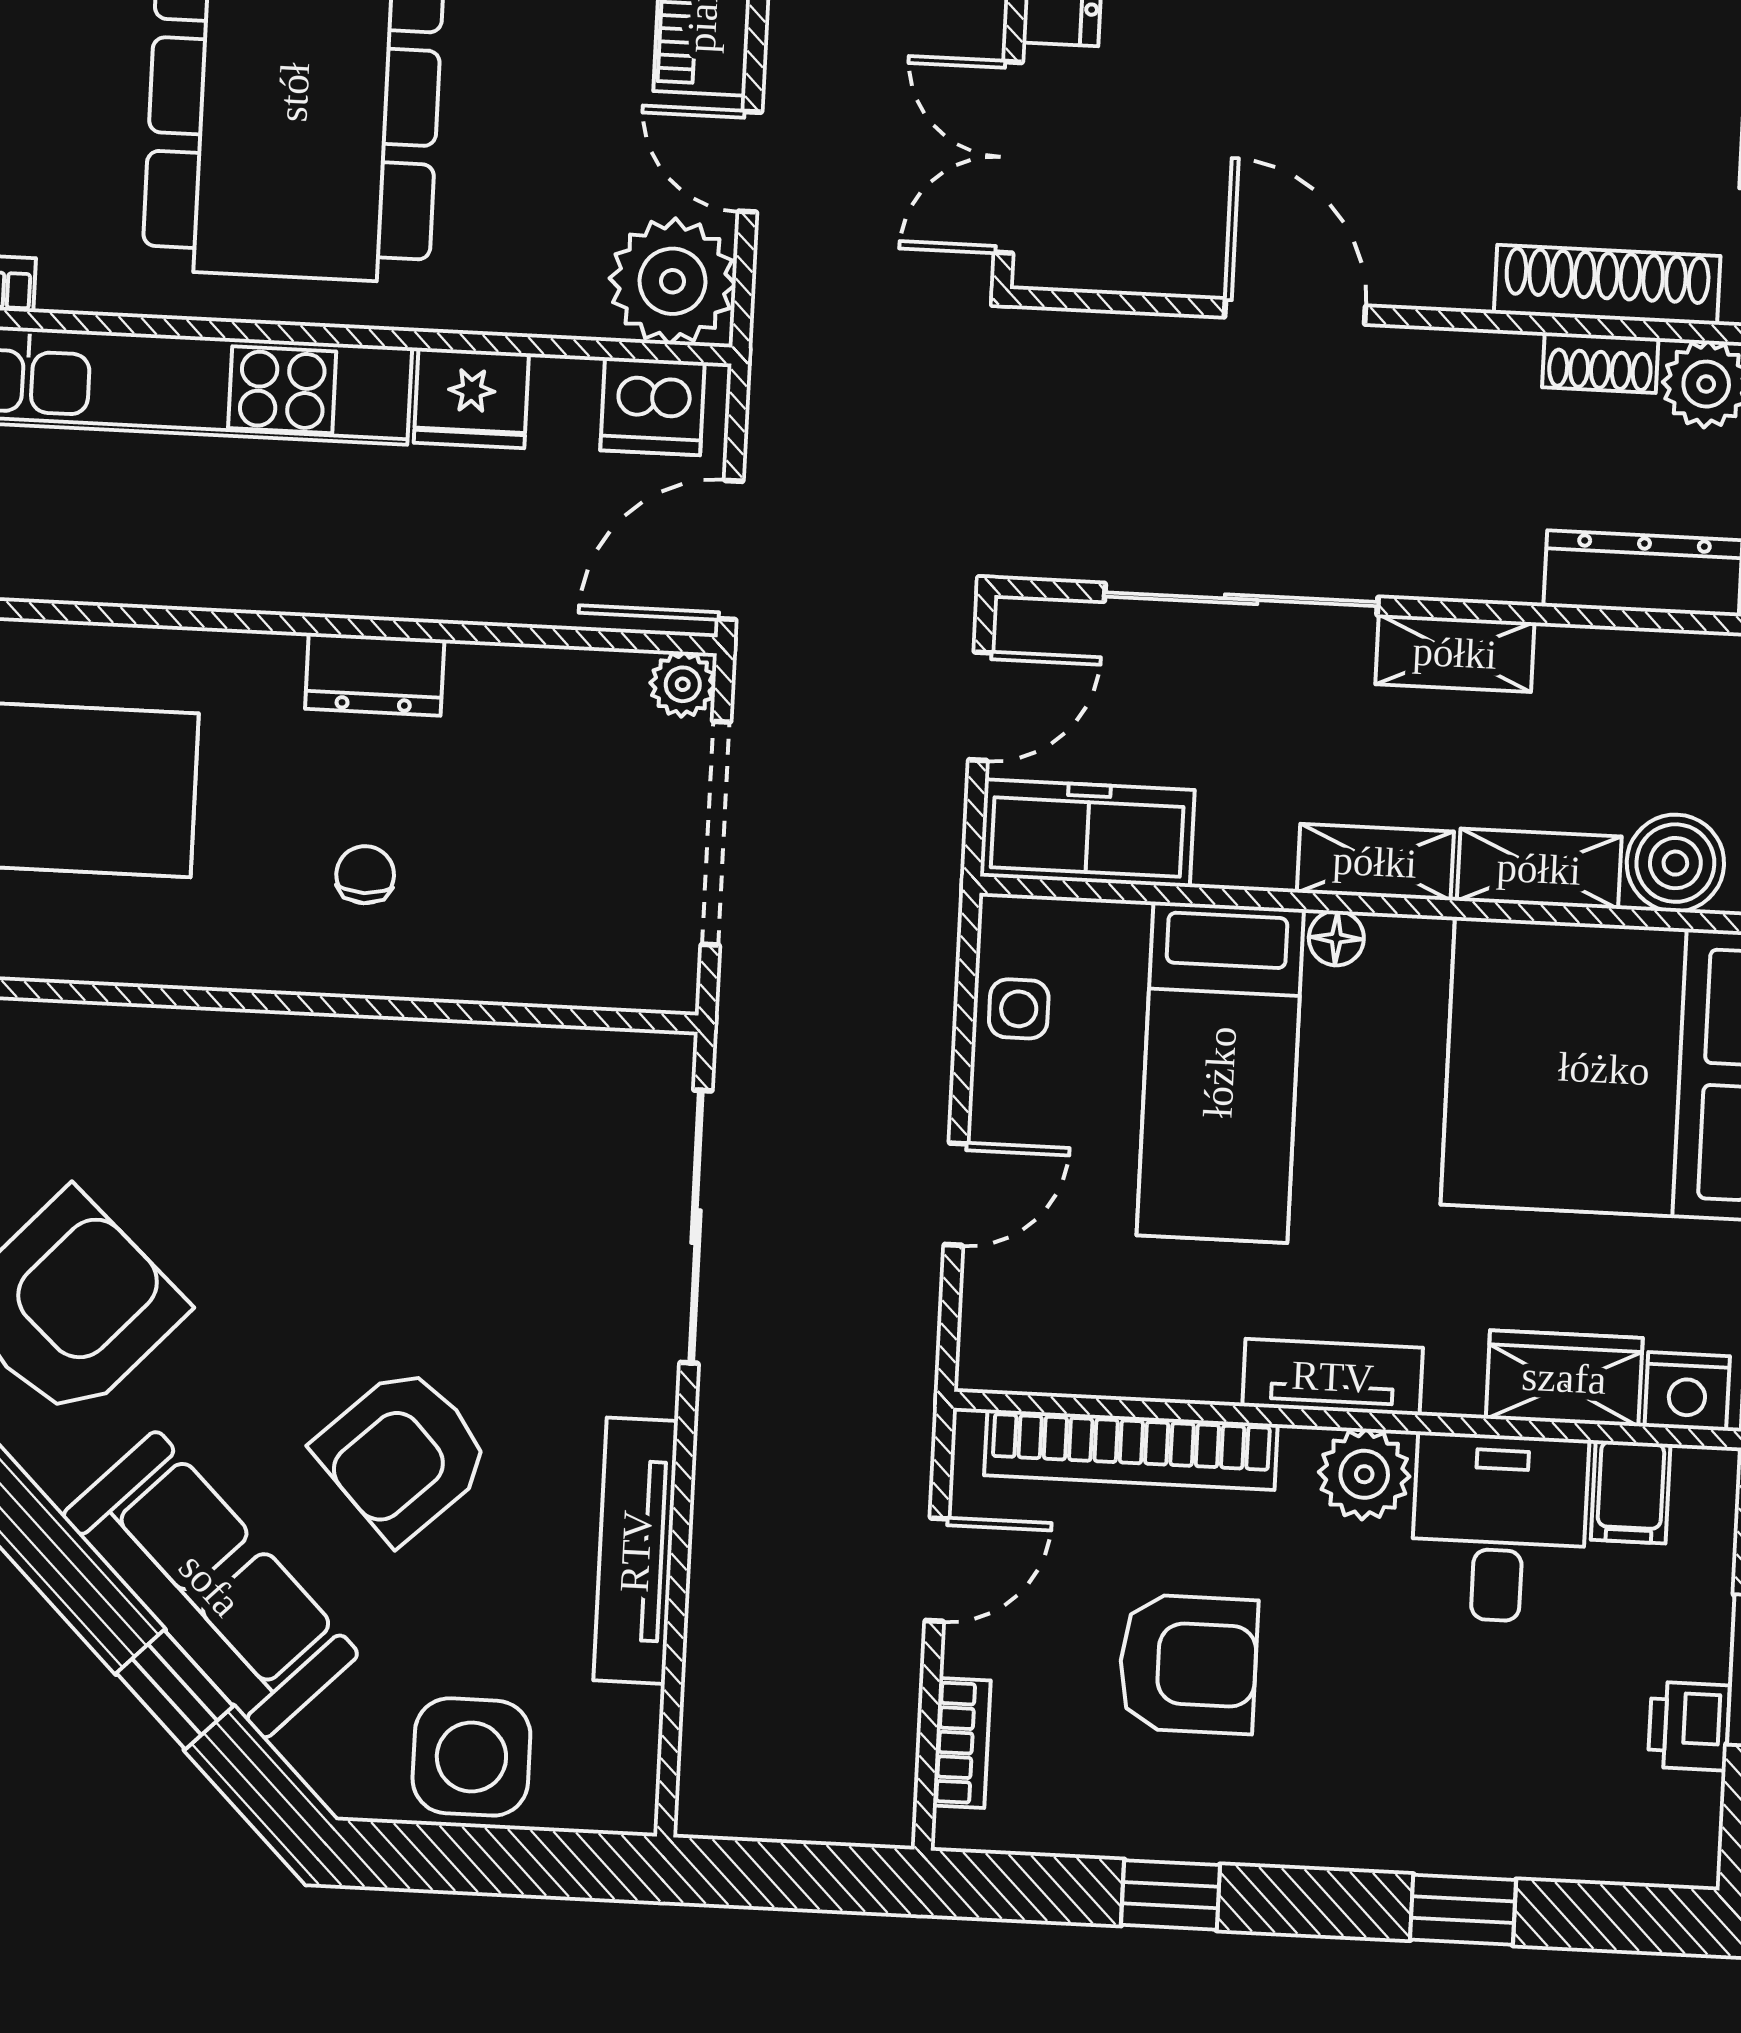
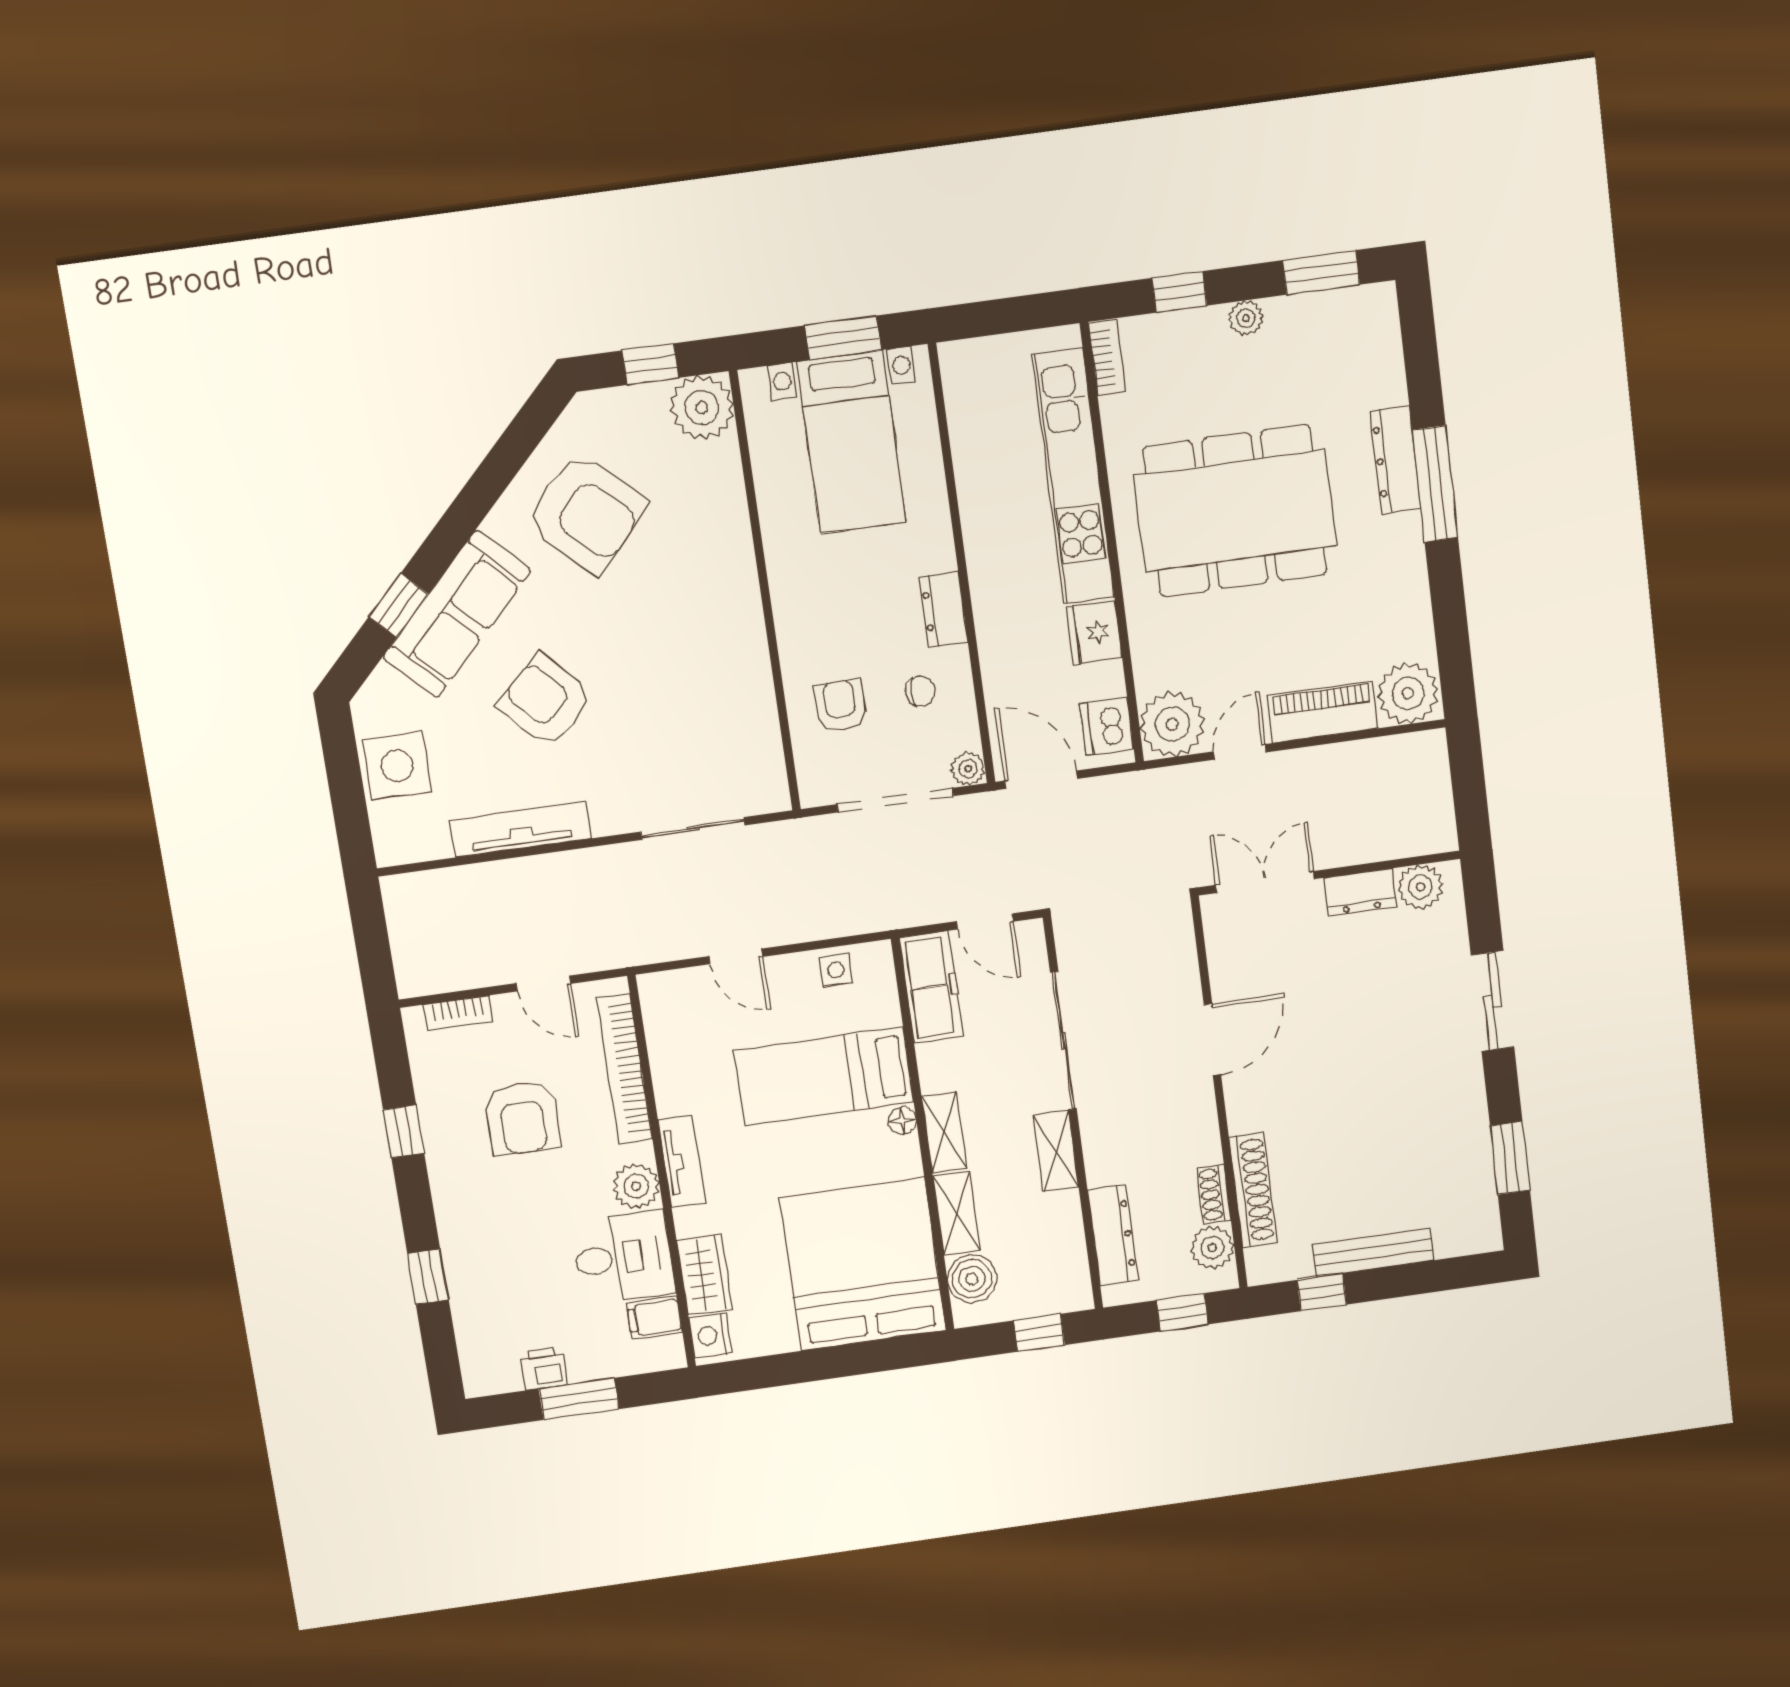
chair: (365, 875) -> (920, 691), moved
armchair: (518, 903) -> (840, 706), added
sliding door: (696, 1227) -> (693, 828), width x0.73

